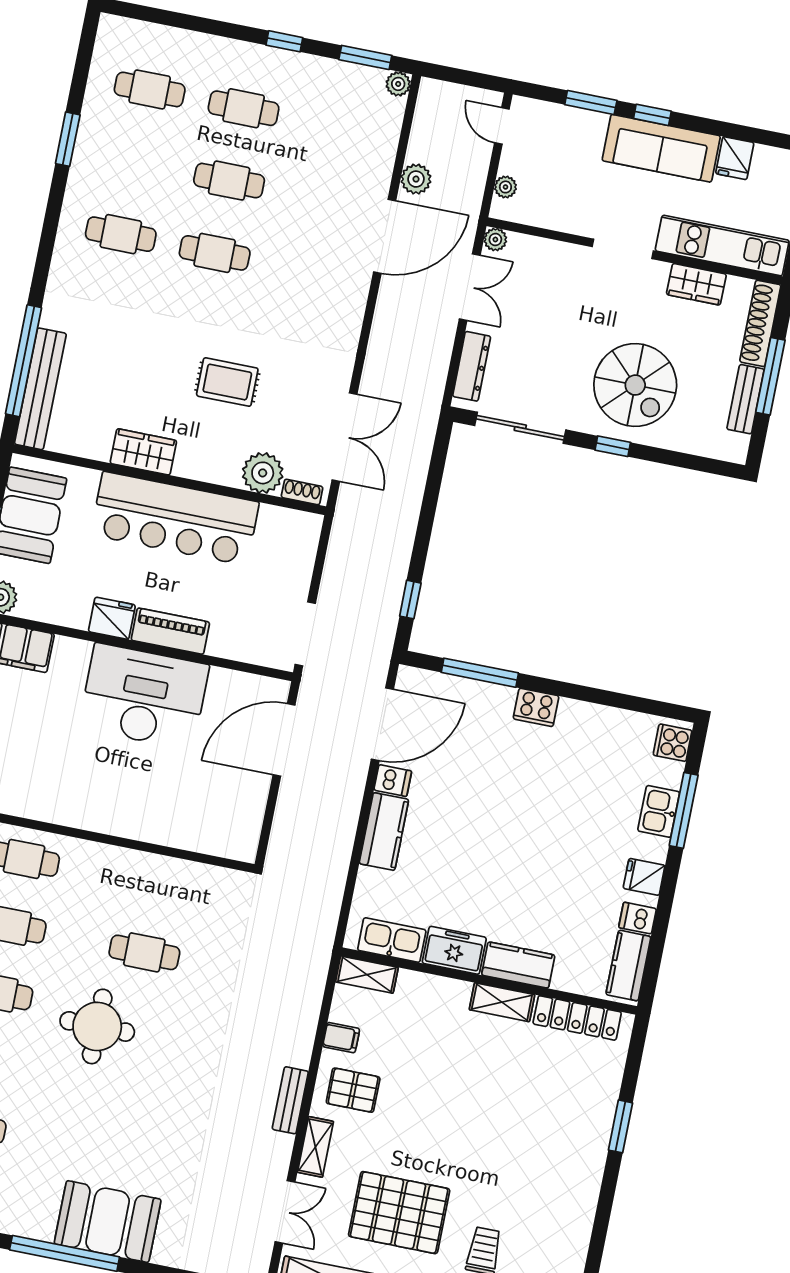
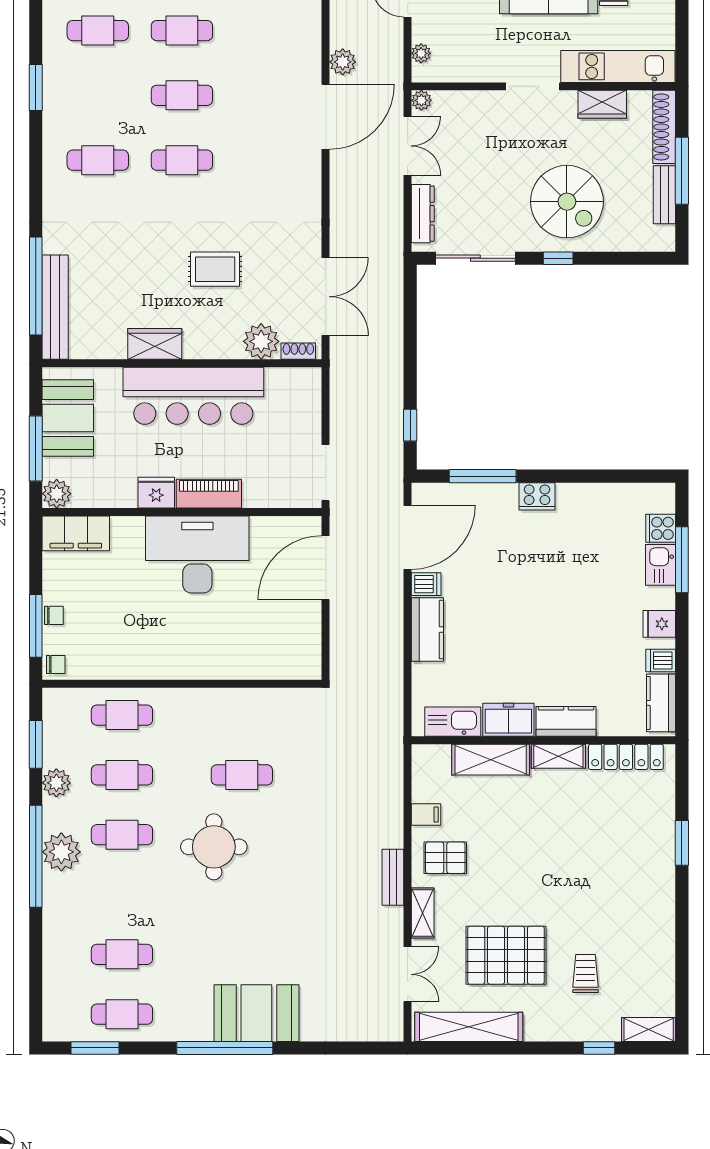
cooker: (672, 743) -> (661, 528), moved
shelving: (367, 975) -> (491, 760), moved, width x1.50, depth x1.33

